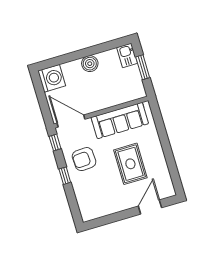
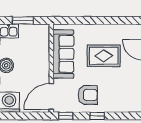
armchair: (84, 159) -> (88, 95), turned -87

